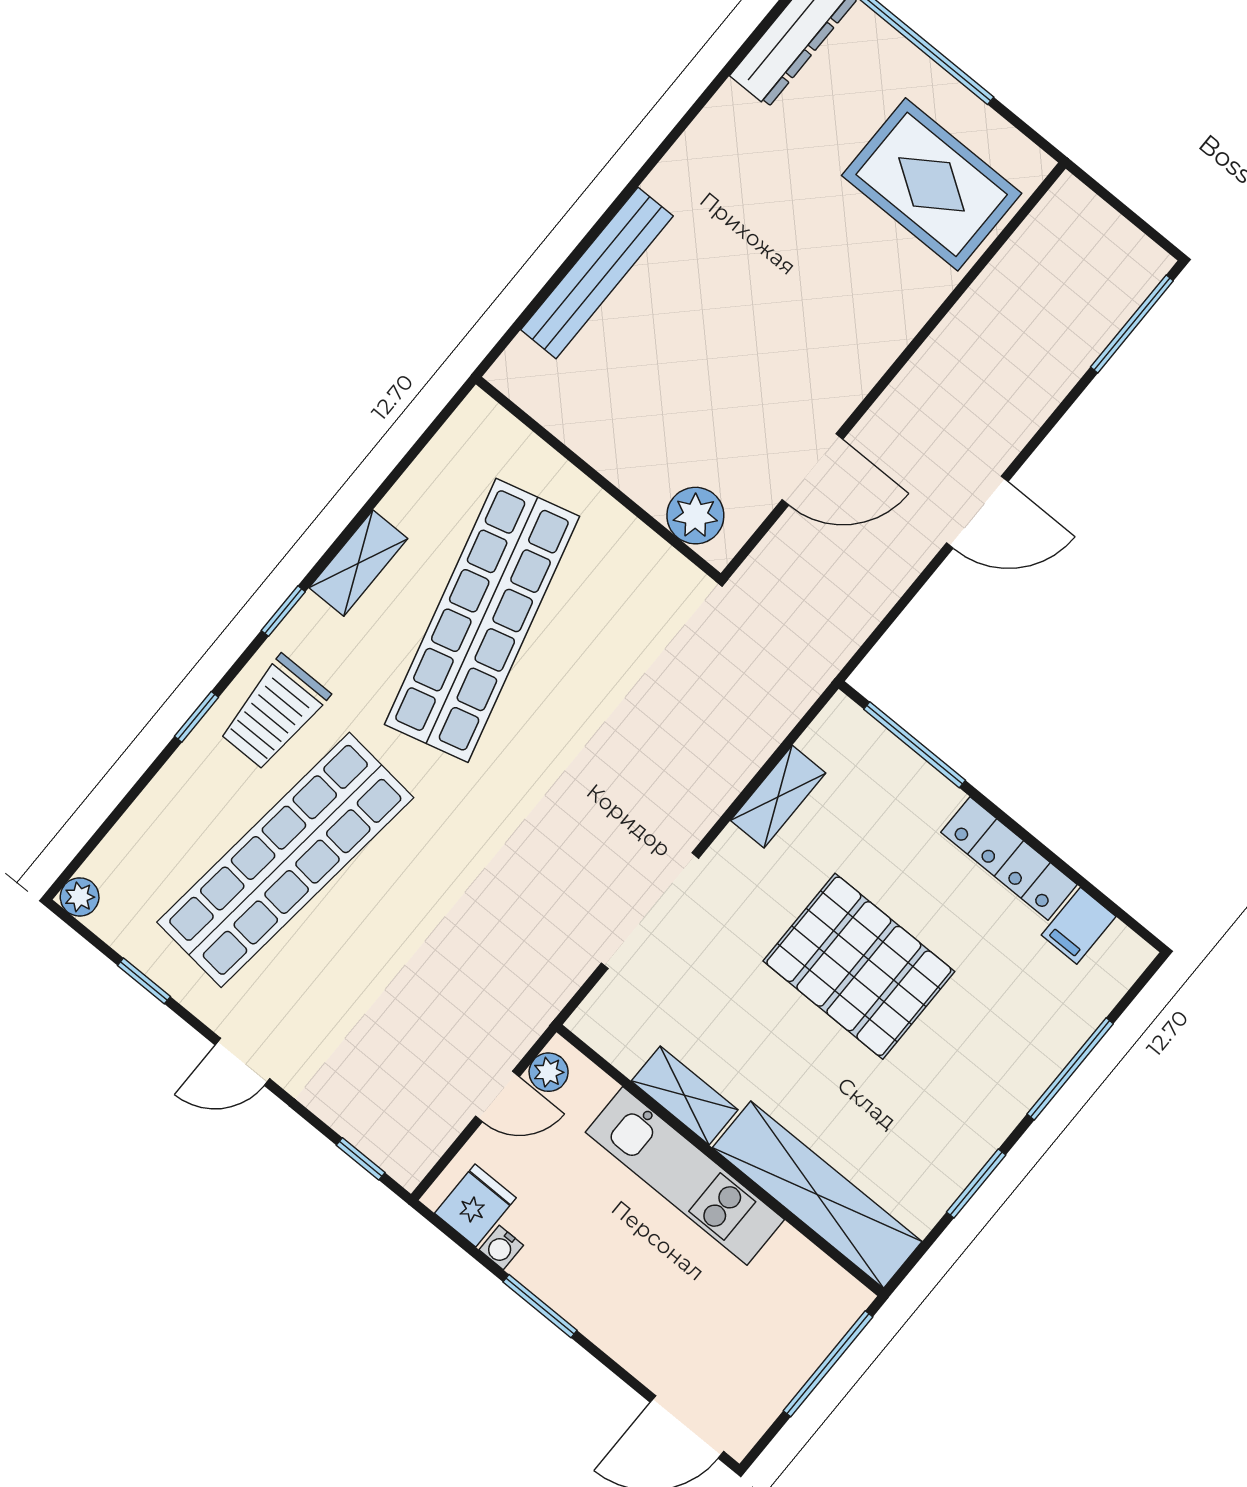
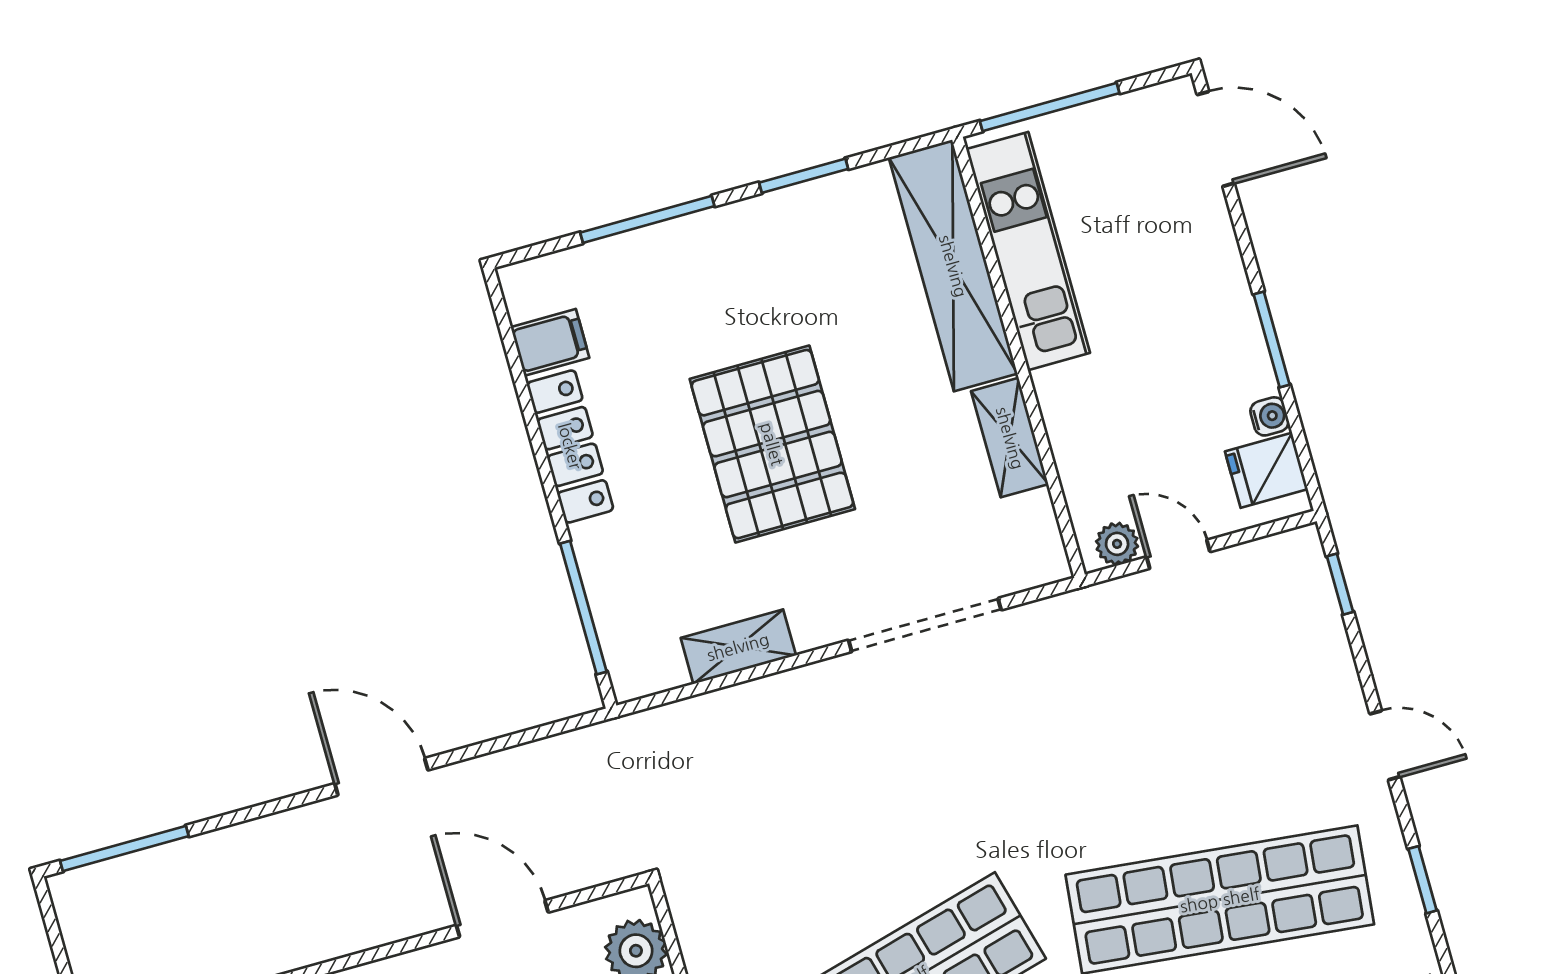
kitchen unit: (685, 1176) -> (1028, 251), moved

